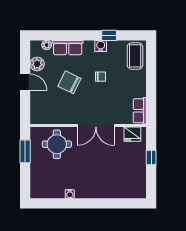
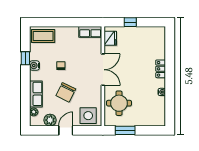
side table: (42, 108) -> (88, 116), added
locker: (97, 193) -> (161, 69), added

